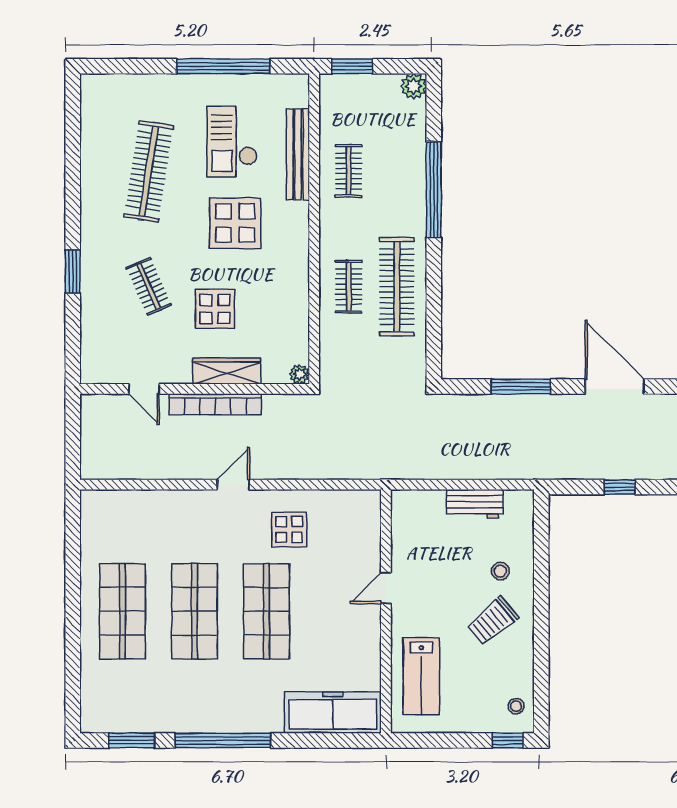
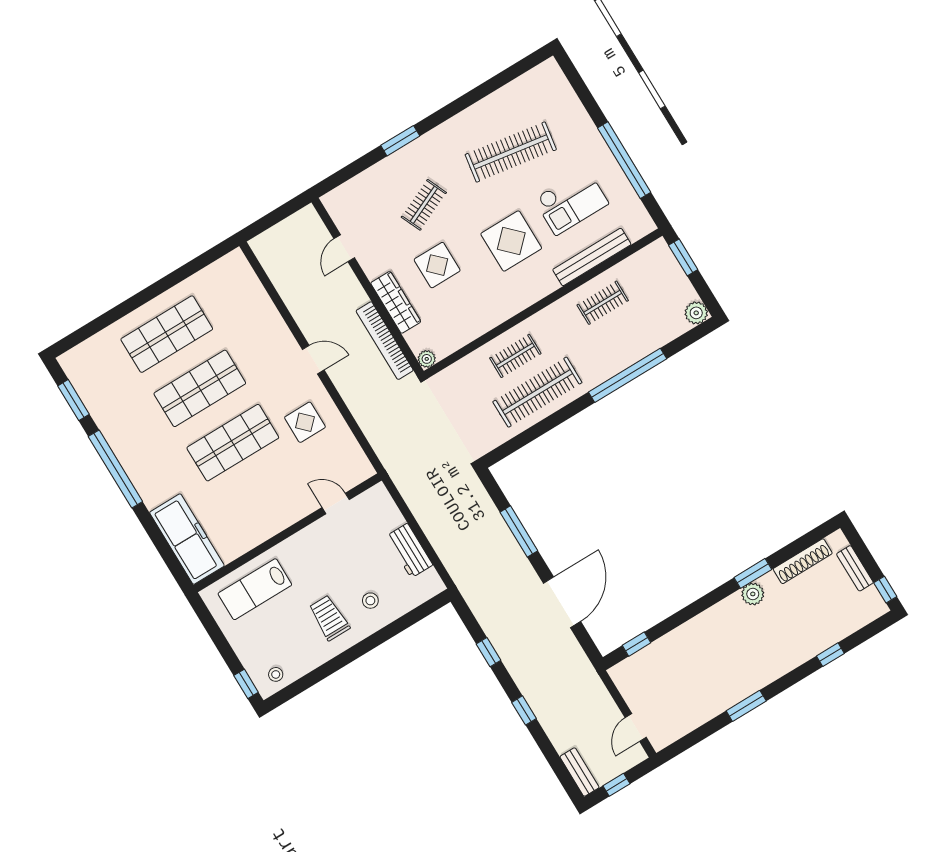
checkout: (232, 142) -> (571, 201), turned 180
bookcase: (215, 404) -> (385, 341), moved
door: (386, 588) -> (336, 504), moved
trolley: (493, 621) -> (329, 618), turned 40

